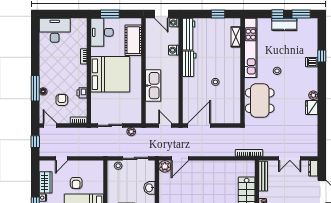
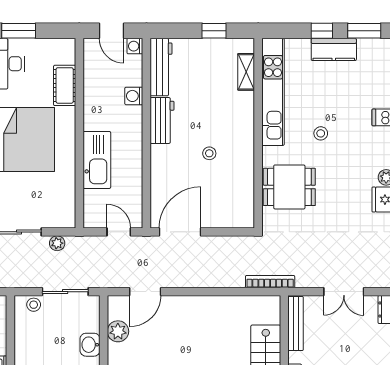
cot: (133, 40) -> (65, 85), width x0.73, depth x0.75
dining table: (260, 101) -> (289, 187), width x0.73
plant: (165, 166) -> (118, 331), moved

